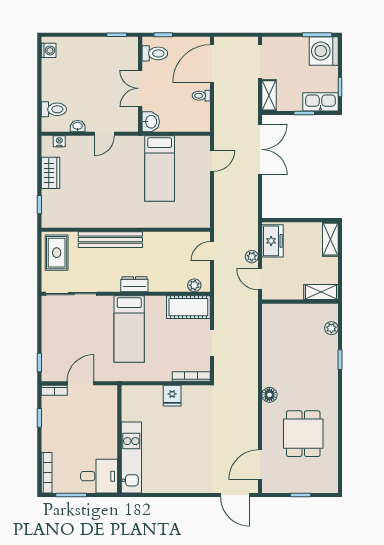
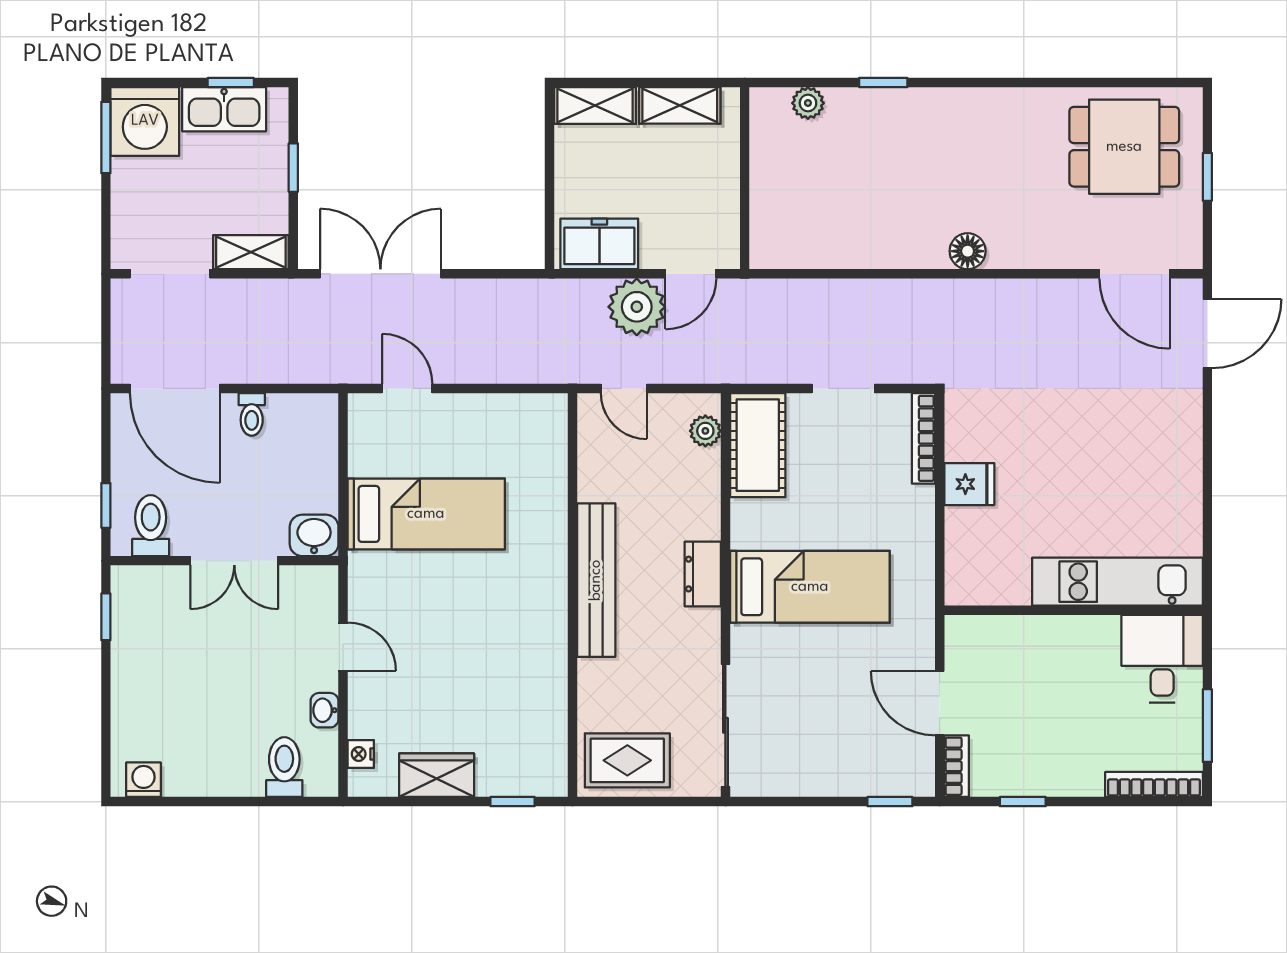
kitchen sink: (320, 102) -> (224, 109), moved, turned -90
bench: (110, 240) -> (596, 580), moved
plant: (252, 257) -> (637, 307), width x1.88, depth x1.88
shelving: (321, 292) -> (680, 105), moved, turned 90
dining table: (303, 434) -> (1124, 147), moved

